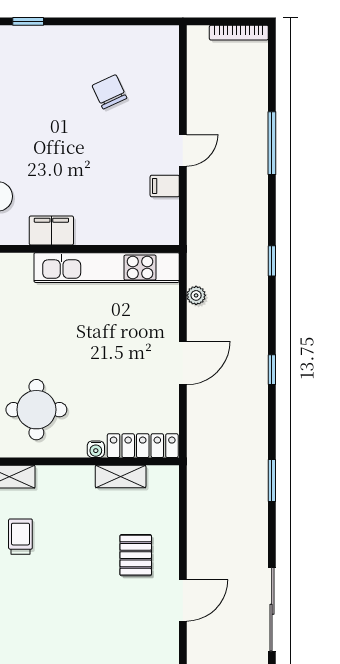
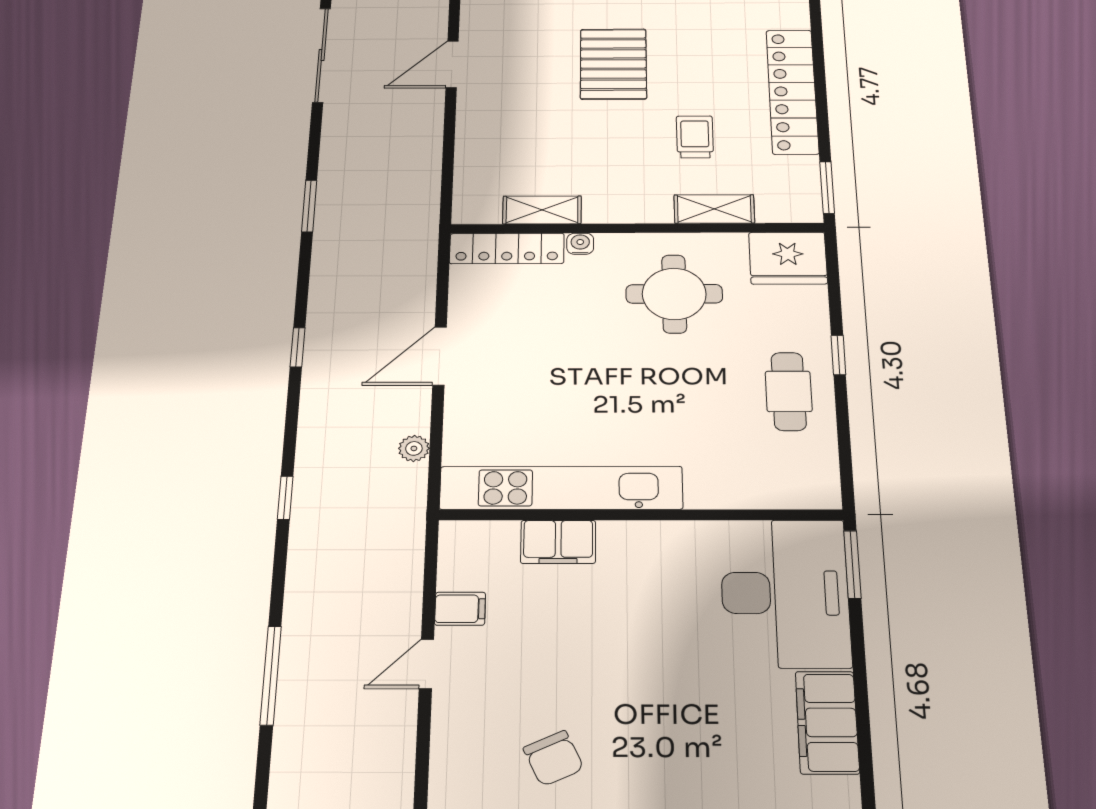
filing cabinet: (51, 230) -> (558, 542), moved
trolley: (20, 537) -> (695, 137), turned 180
pallet: (136, 555) -> (613, 64), moved, width x1.50, depth x1.42

